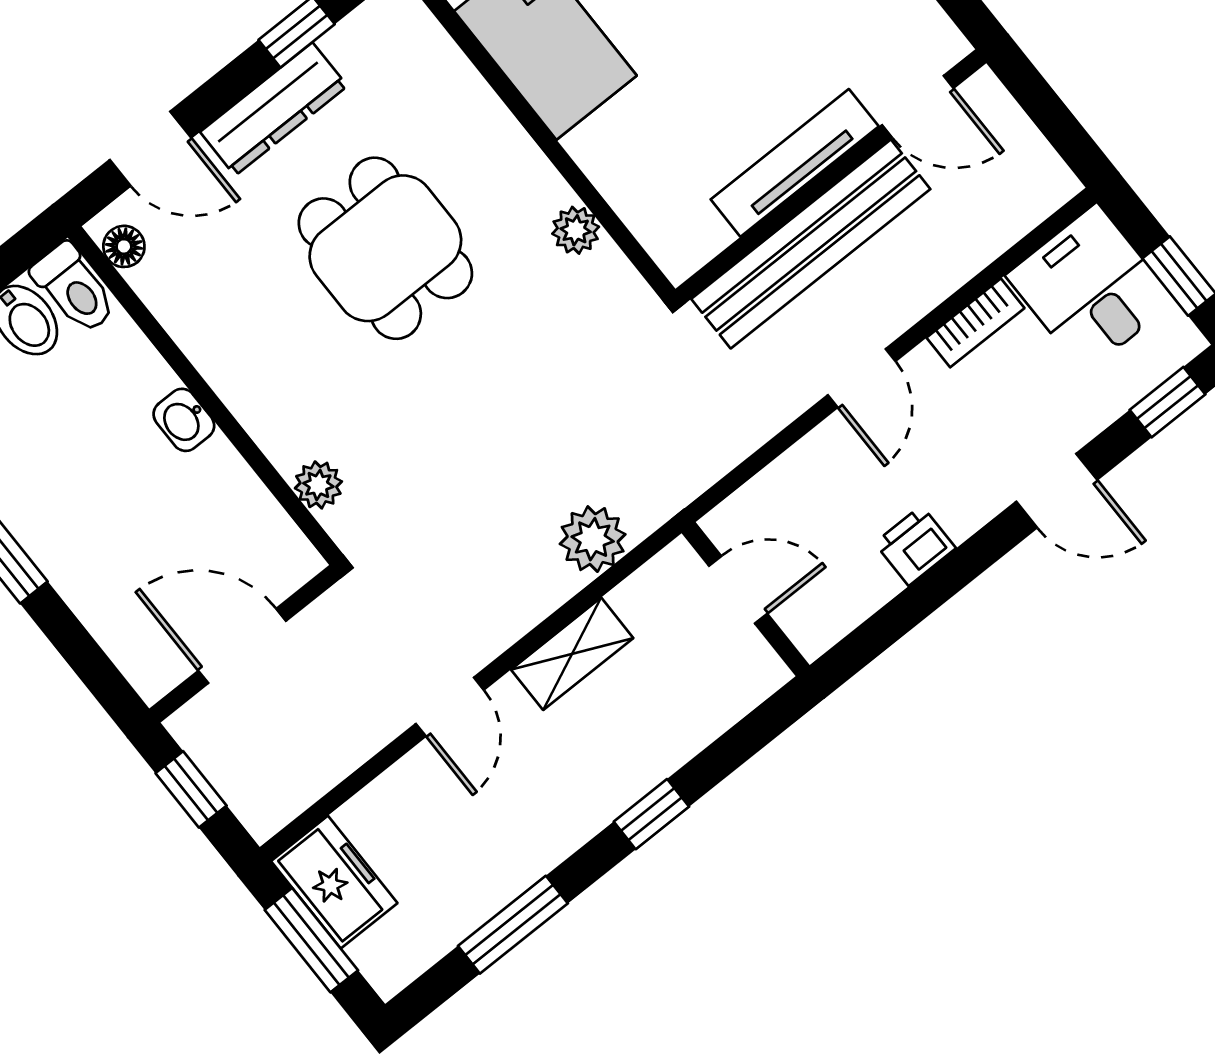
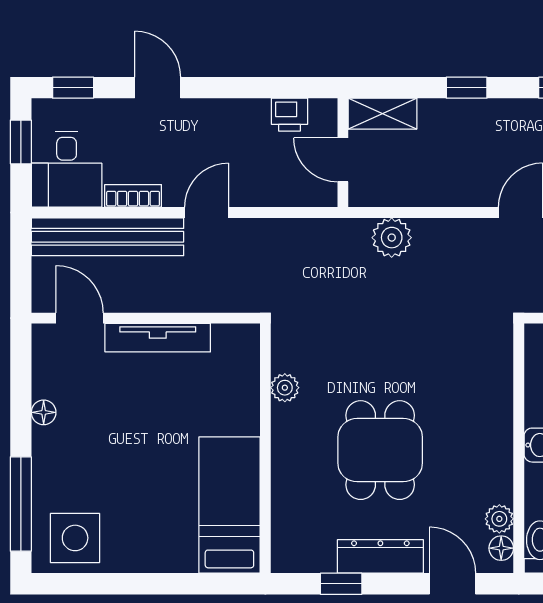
bench: (811, 244) -> (108, 237), moved
plant: (318, 485) -> (499, 519), moved
printer: (915, 546) -> (289, 115), moved
shelving: (572, 654) -> (382, 114), moved

